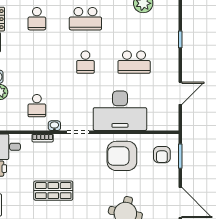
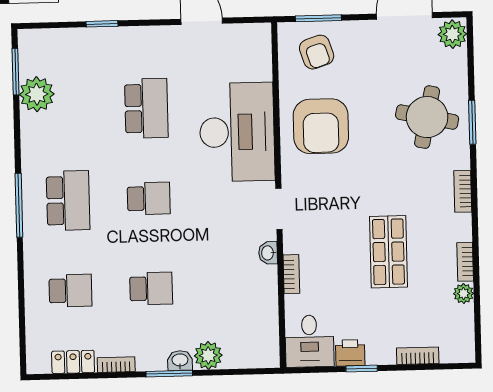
school desk: (37, 106) -> (151, 288), moved
armchair: (162, 155) -> (317, 52), turned 72

